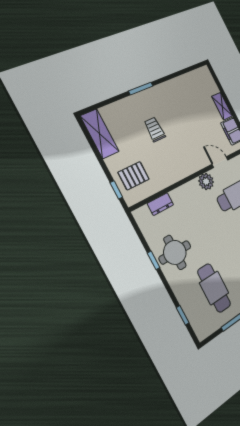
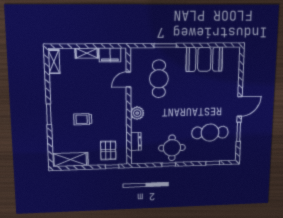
shelving: (197, 75) -> (54, 62), added
plant: (206, 182) -> (137, 113), moved

